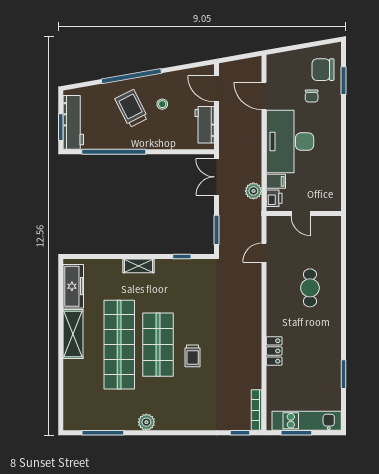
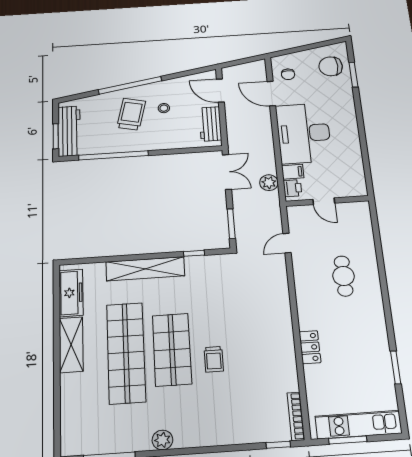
chair: (312, 96) -> (288, 74), moved
trolley: (132, 108) -> (131, 114), turned 40
double door: (216, 177) -> (227, 172), swing flipped
shelving: (138, 266) -> (145, 269), width x2.20, depth x1.33

